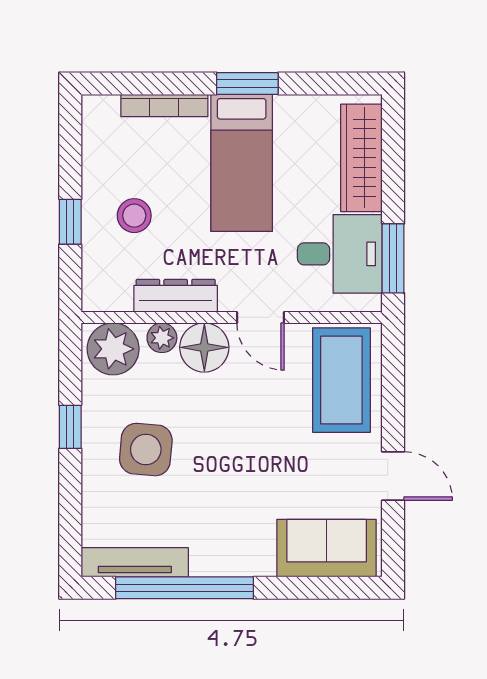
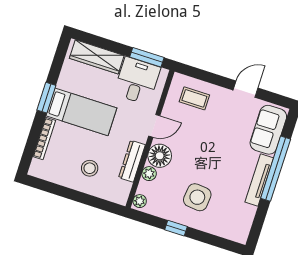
window: (70, 222) -> (83, 198), removed
plant: (113, 349) -> (140, 201), width x0.53, depth x0.53
coffee table: (341, 380) -> (194, 98), width x0.54, depth x0.58
tv unit: (135, 562) -> (259, 180), moved
window: (184, 588) -> (276, 169), moved

